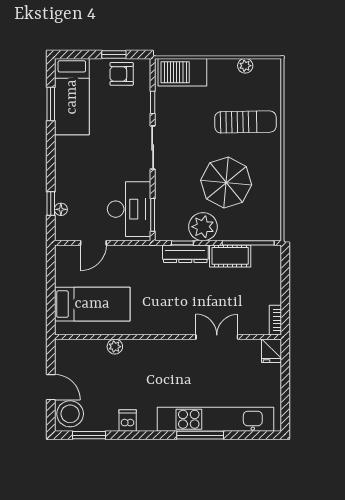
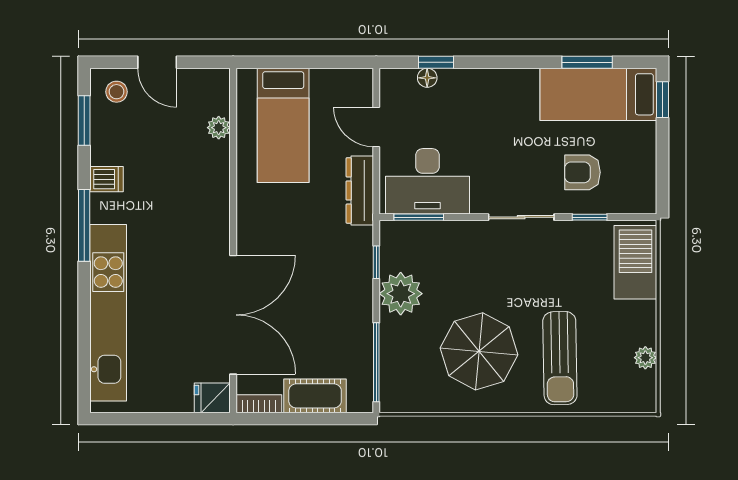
window: (114, 54) -> (663, 100), moved
armchair: (122, 74) -> (582, 172), moved, turned -90
parasol: (226, 183) -> (479, 351), moved
dresser: (185, 254) -> (360, 190), moved
cot: (230, 256) -> (315, 396), moved, turned 90
double door: (217, 337) -> (233, 315), width x1.87
plant: (115, 347) -> (219, 128), moved
door: (51, 387) -> (157, 62), hinge flipped
stool: (70, 414) -> (117, 92), width x0.53, depth x0.53
window: (200, 435) -> (84, 225), moved

